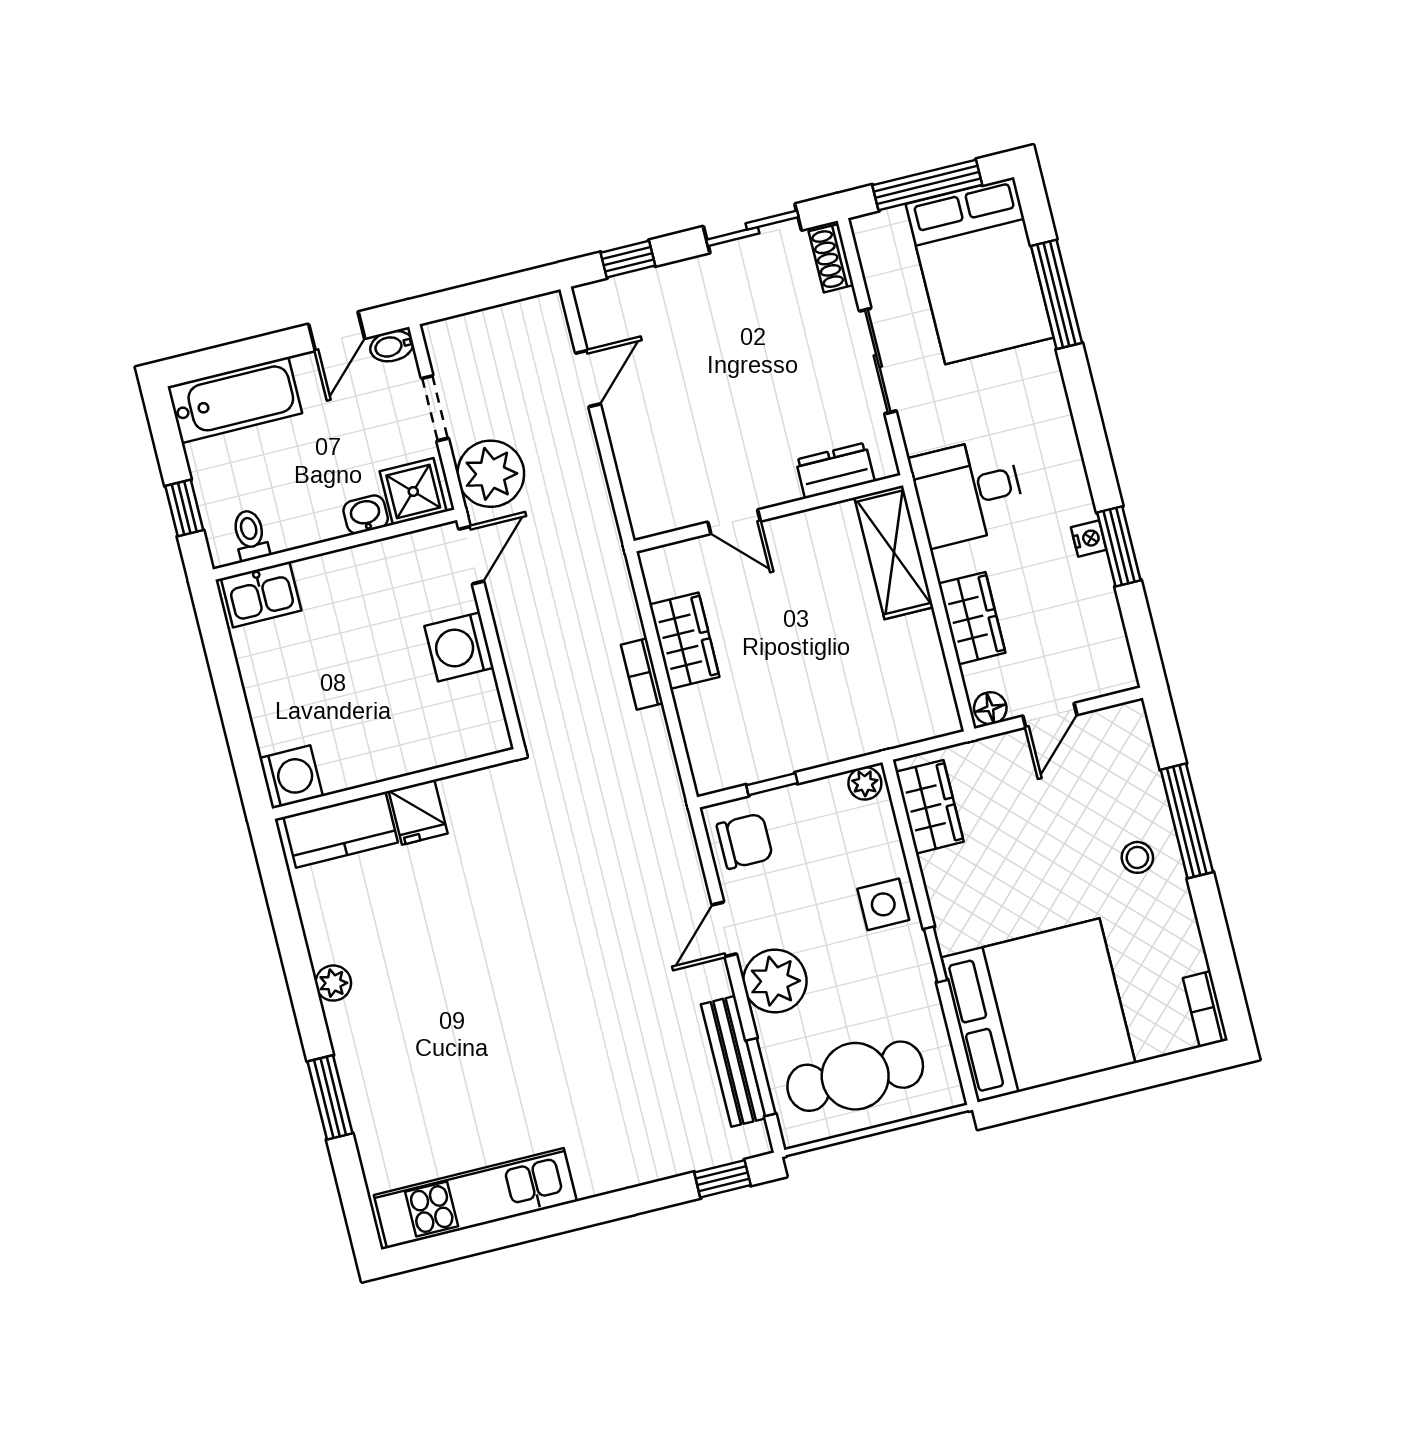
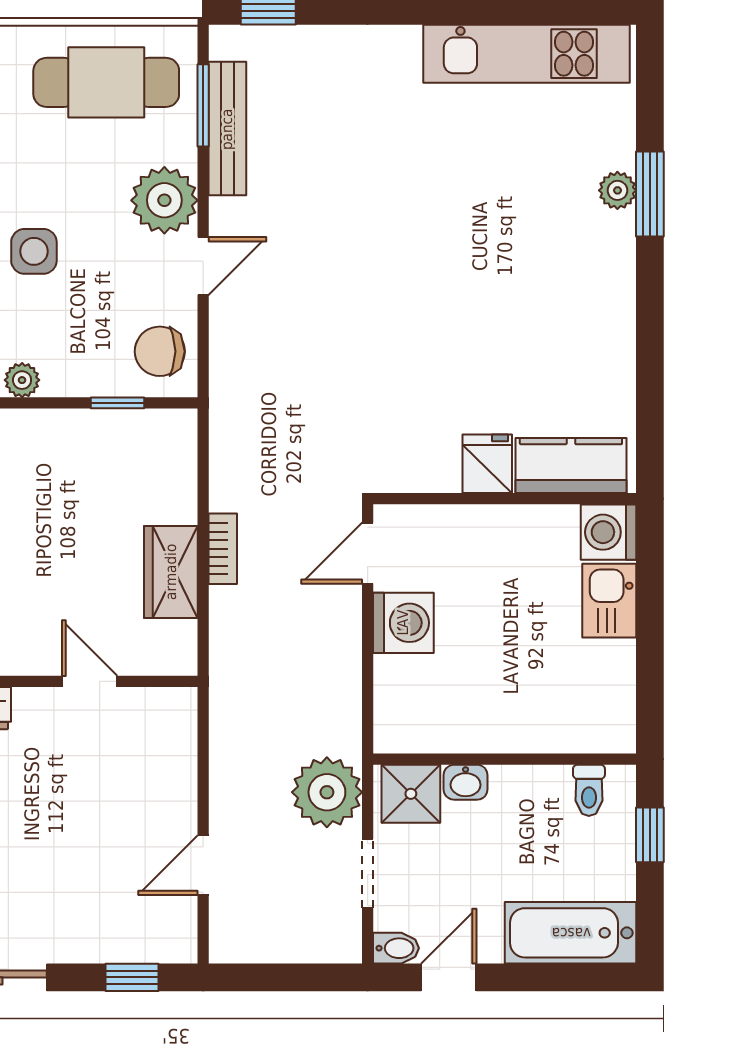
door: (471, 555) -> (368, 553), moved
kitchen sink: (261, 594) -> (609, 601), moved, turned -90
plant: (333, 983) -> (617, 190), moved

